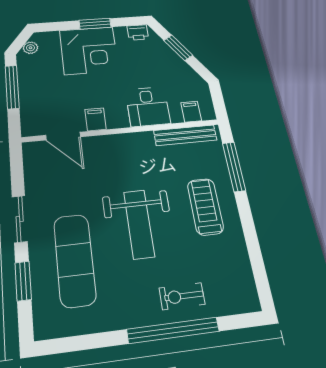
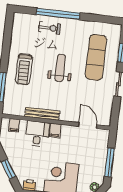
filing cabinet: (95, 119) -> (55, 130), moved
bench: (185, 135) -> (42, 114), moved
weight bench: (139, 224) -> (60, 68), width x0.73, depth x0.75

